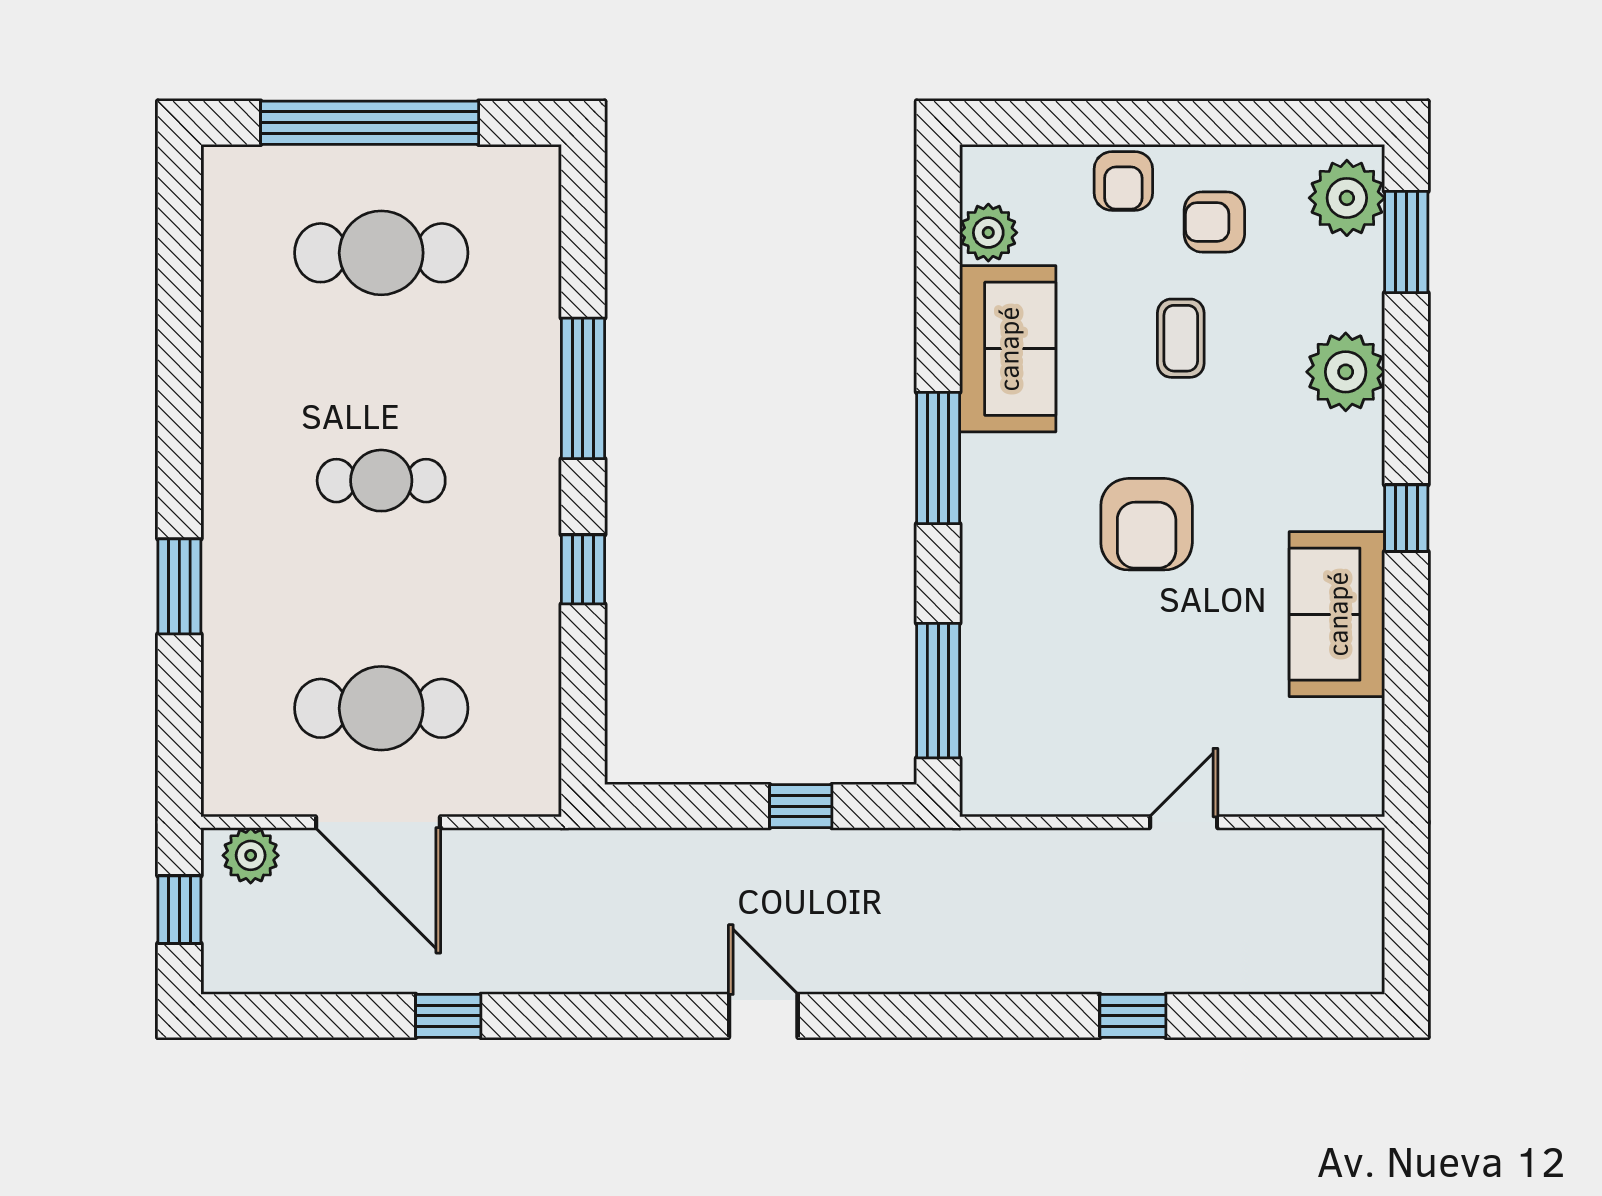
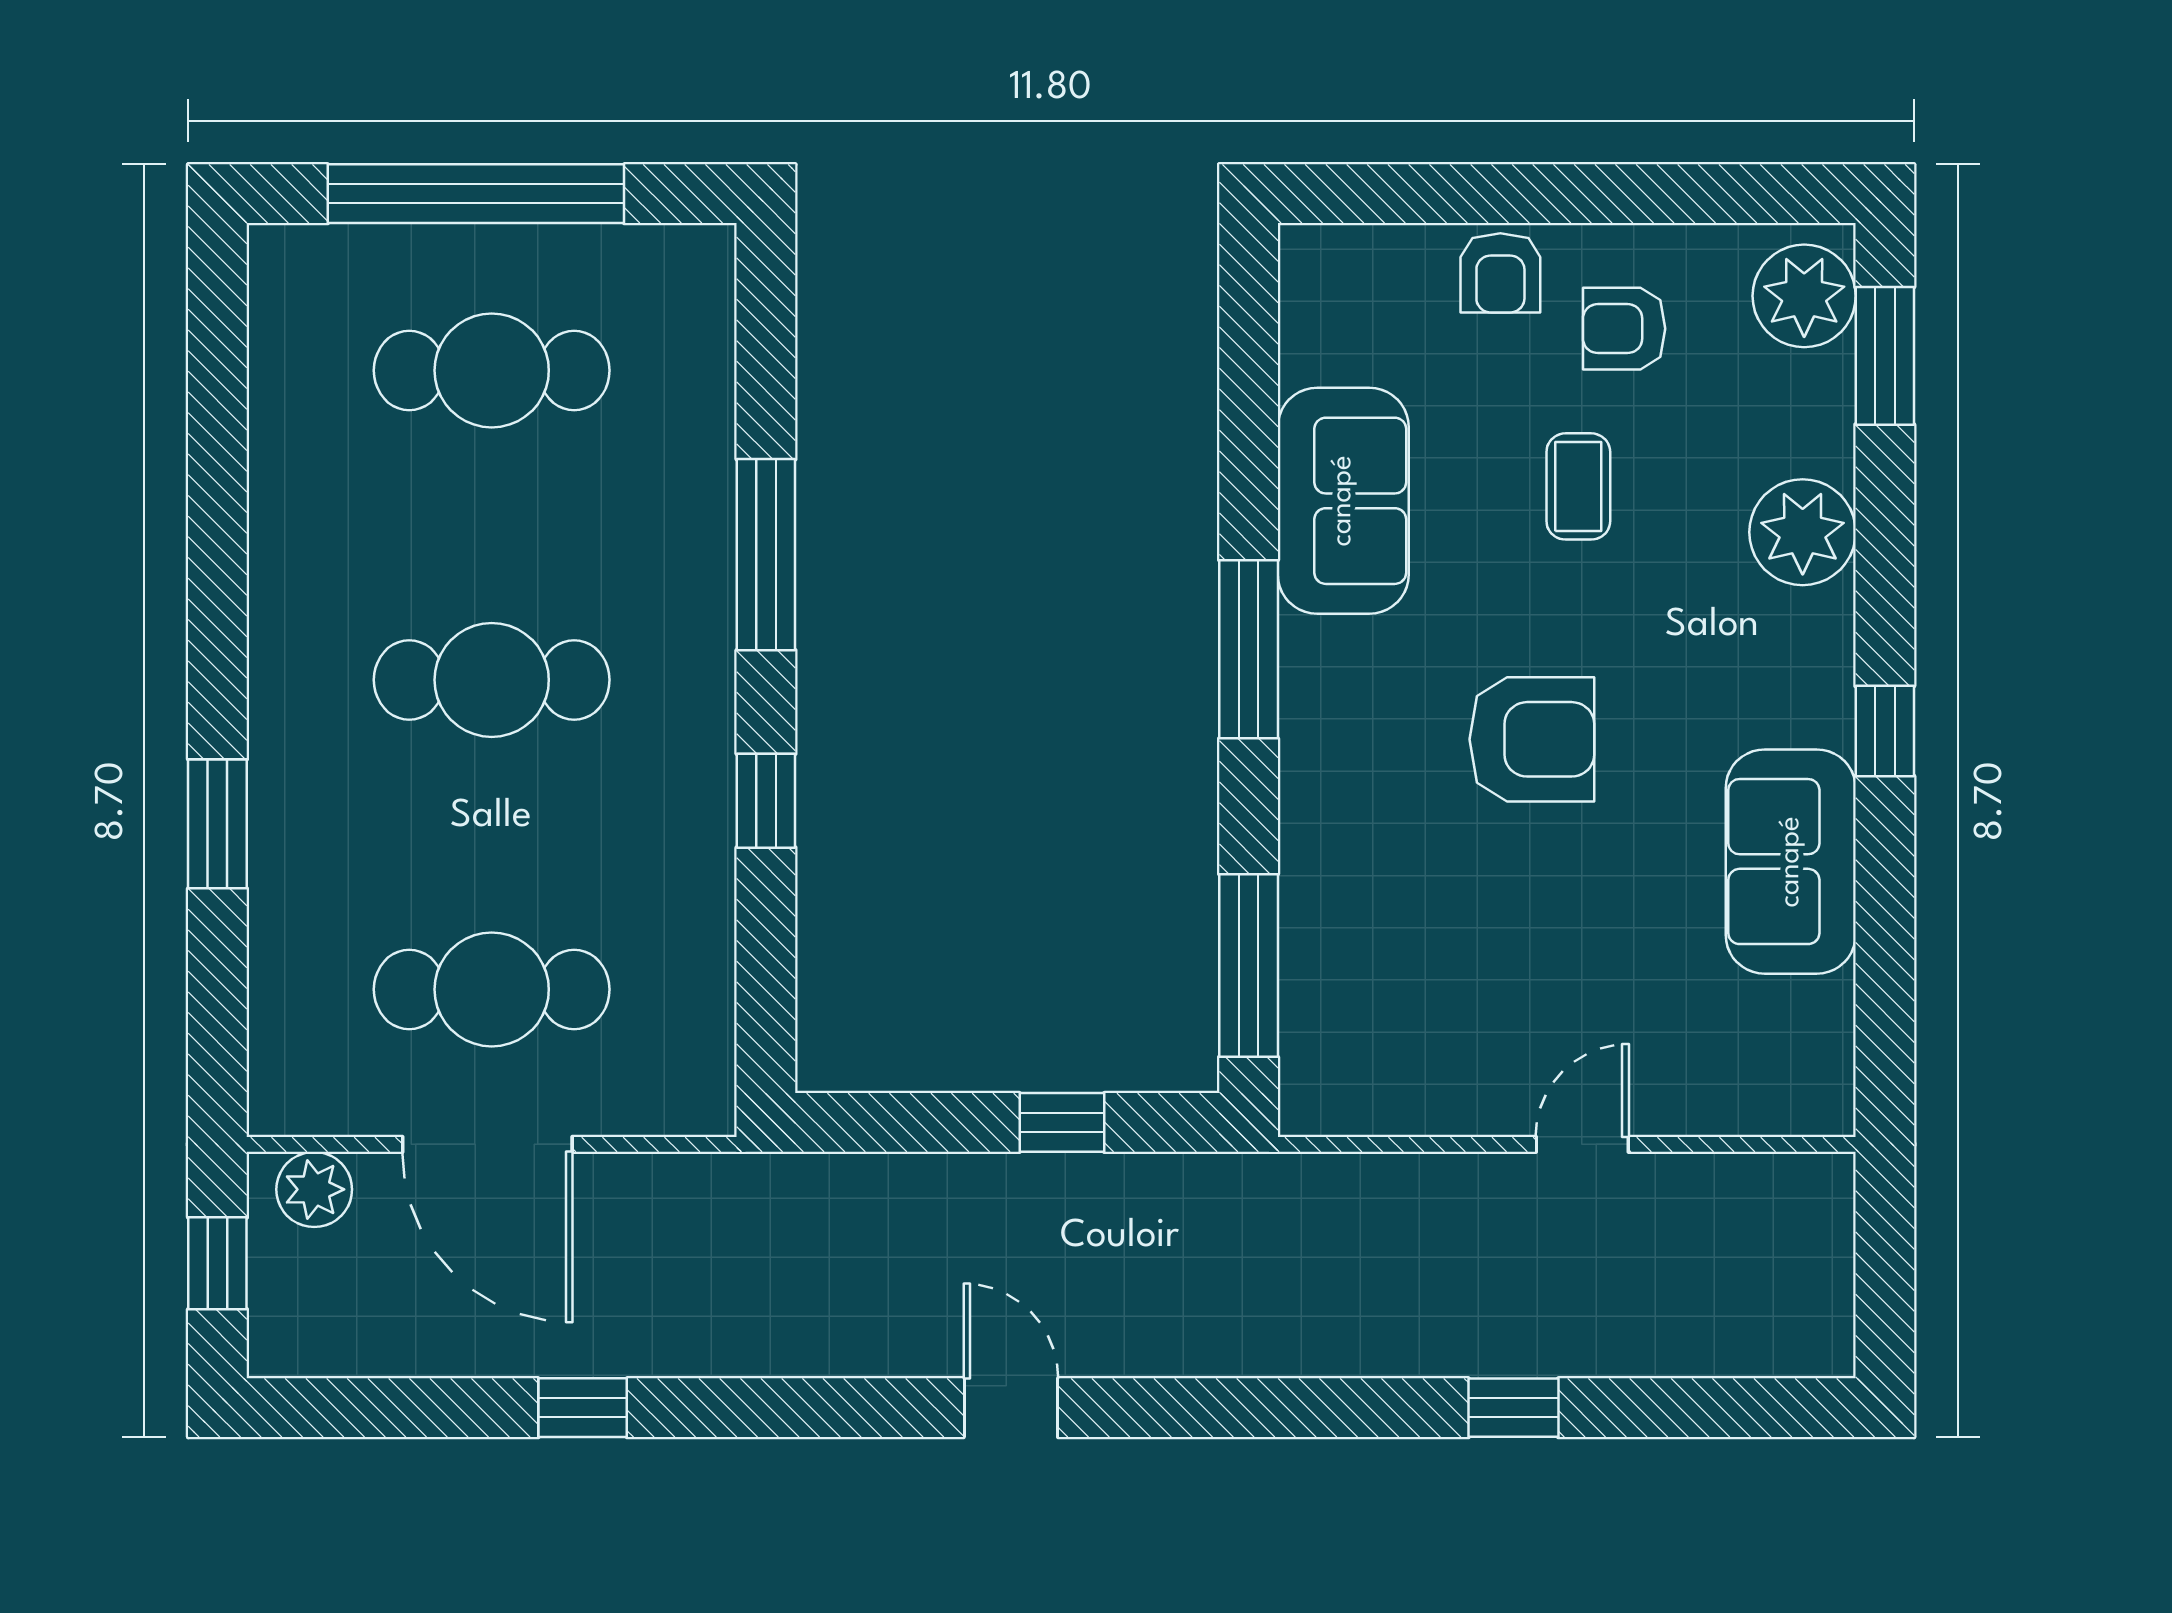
plant: (988, 233) -> (1317, 343), removed
cafe table: (381, 481) -> (492, 680), width x1.37, depth x1.35
armchair: (1147, 524) -> (1532, 739), turned -90

